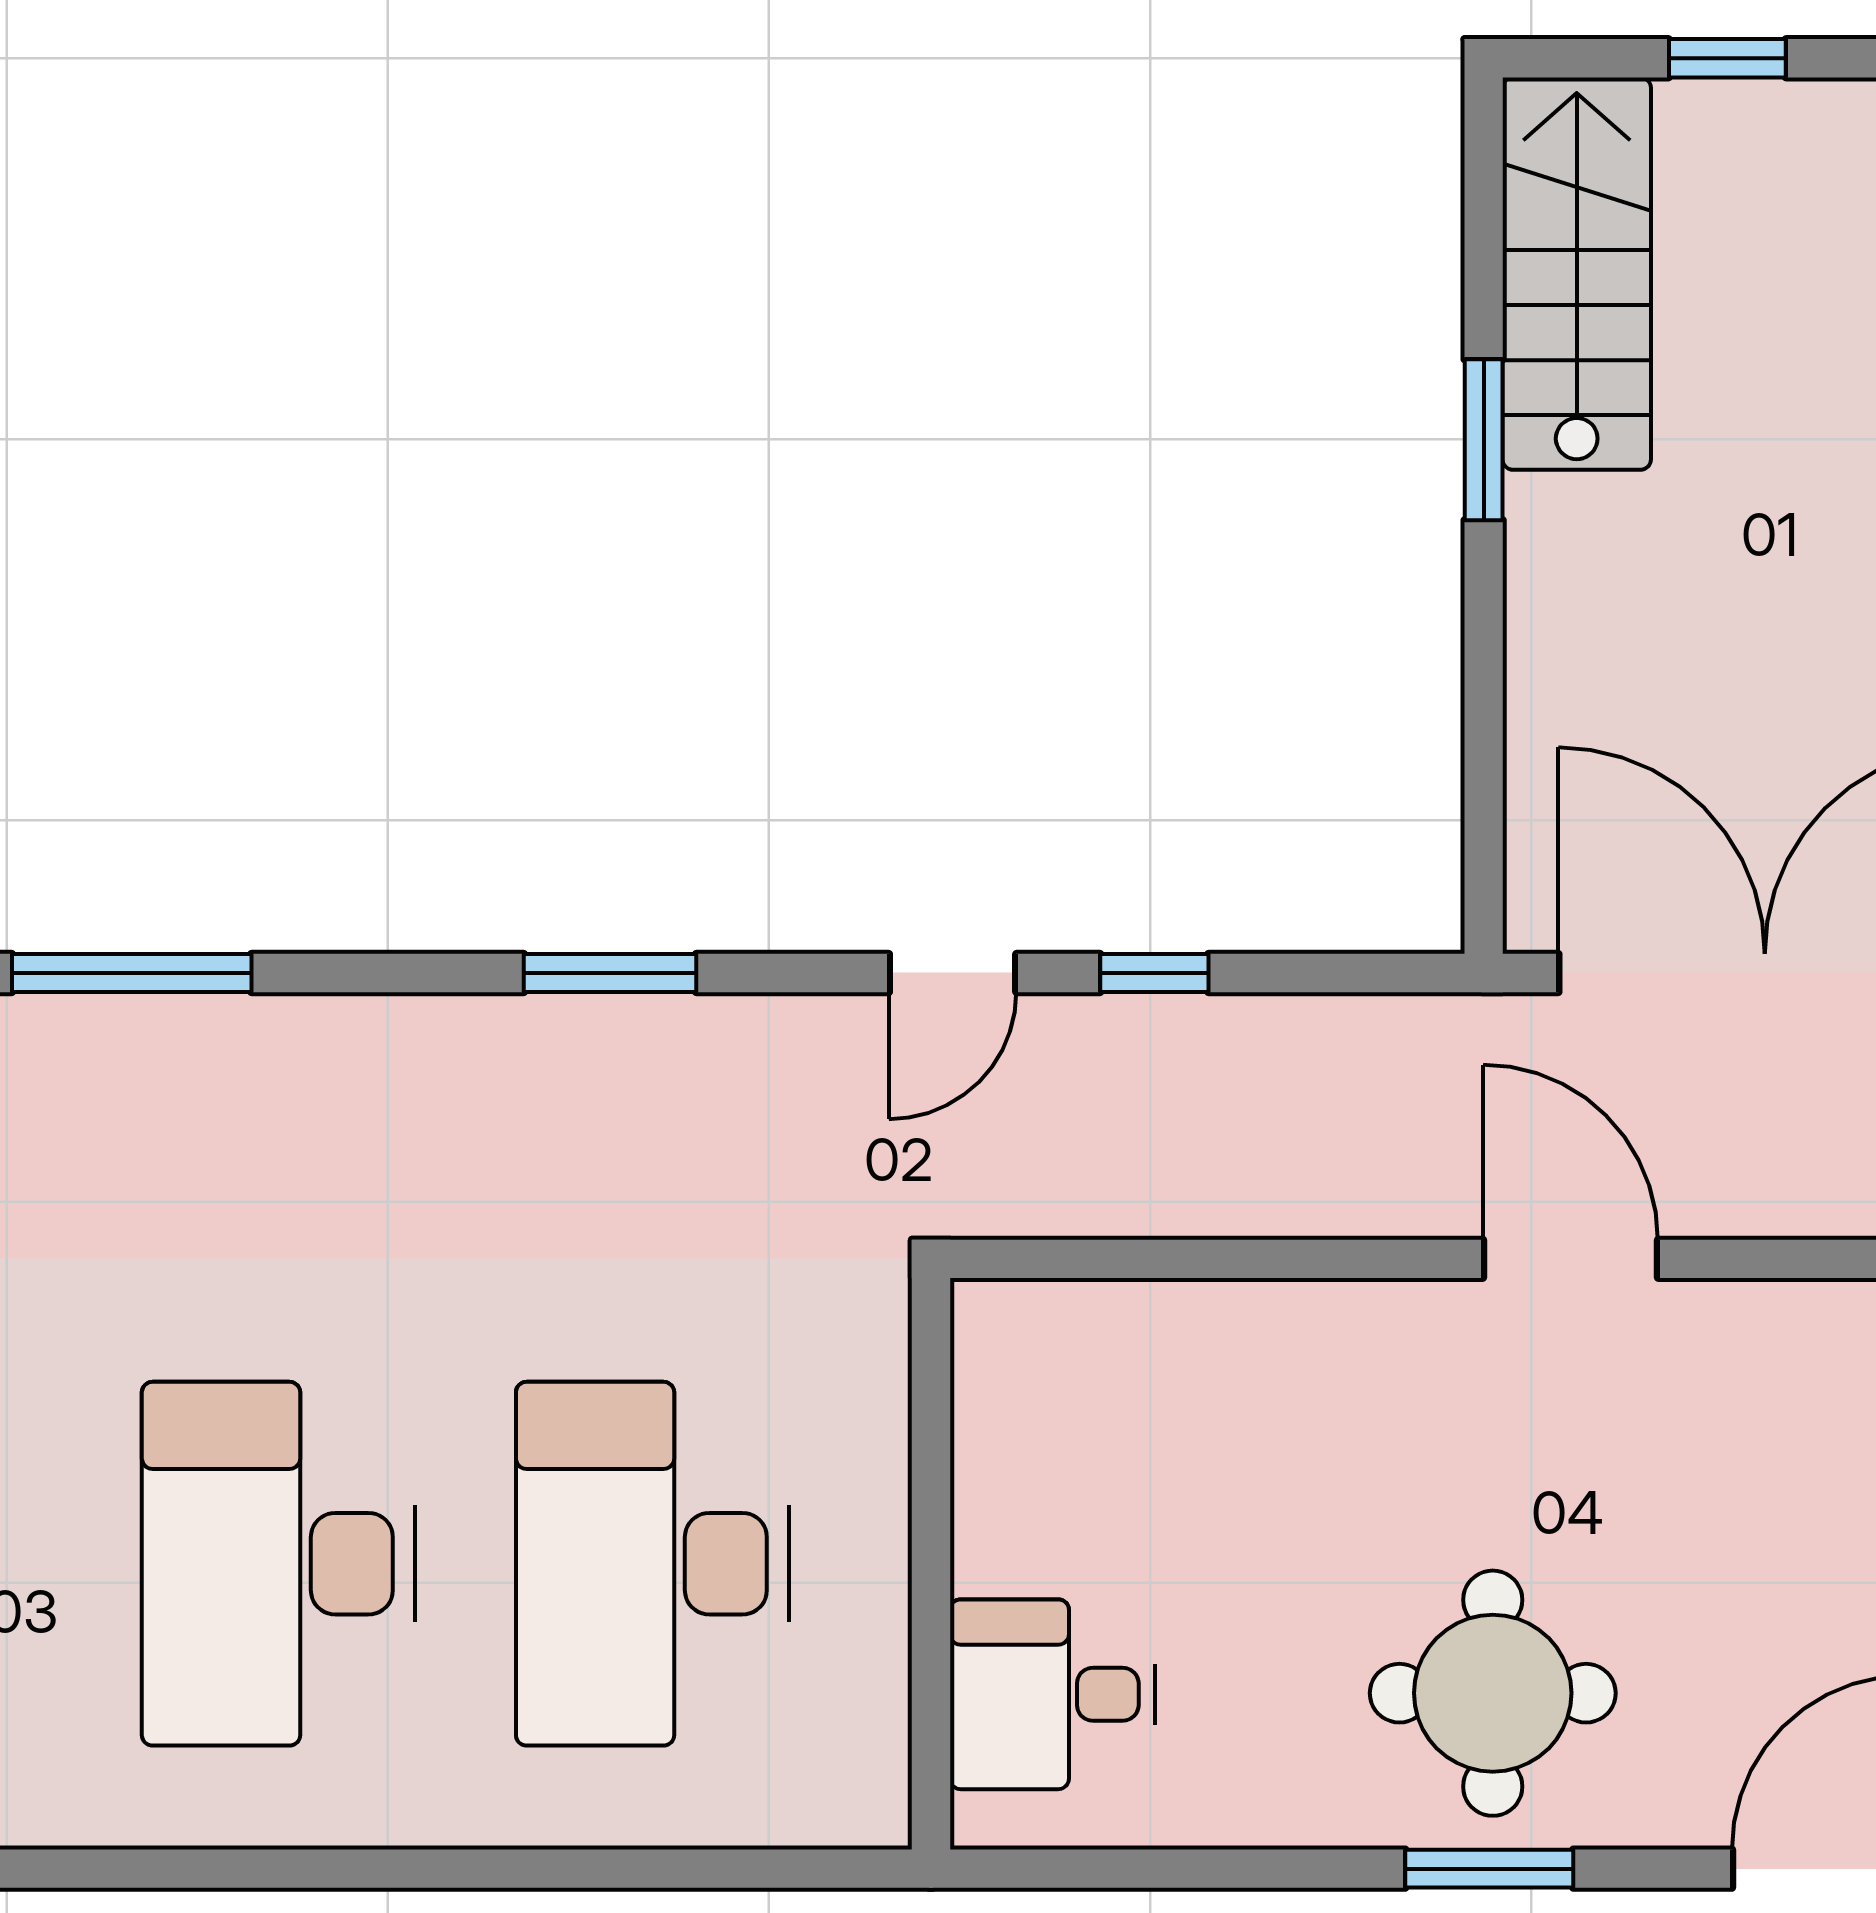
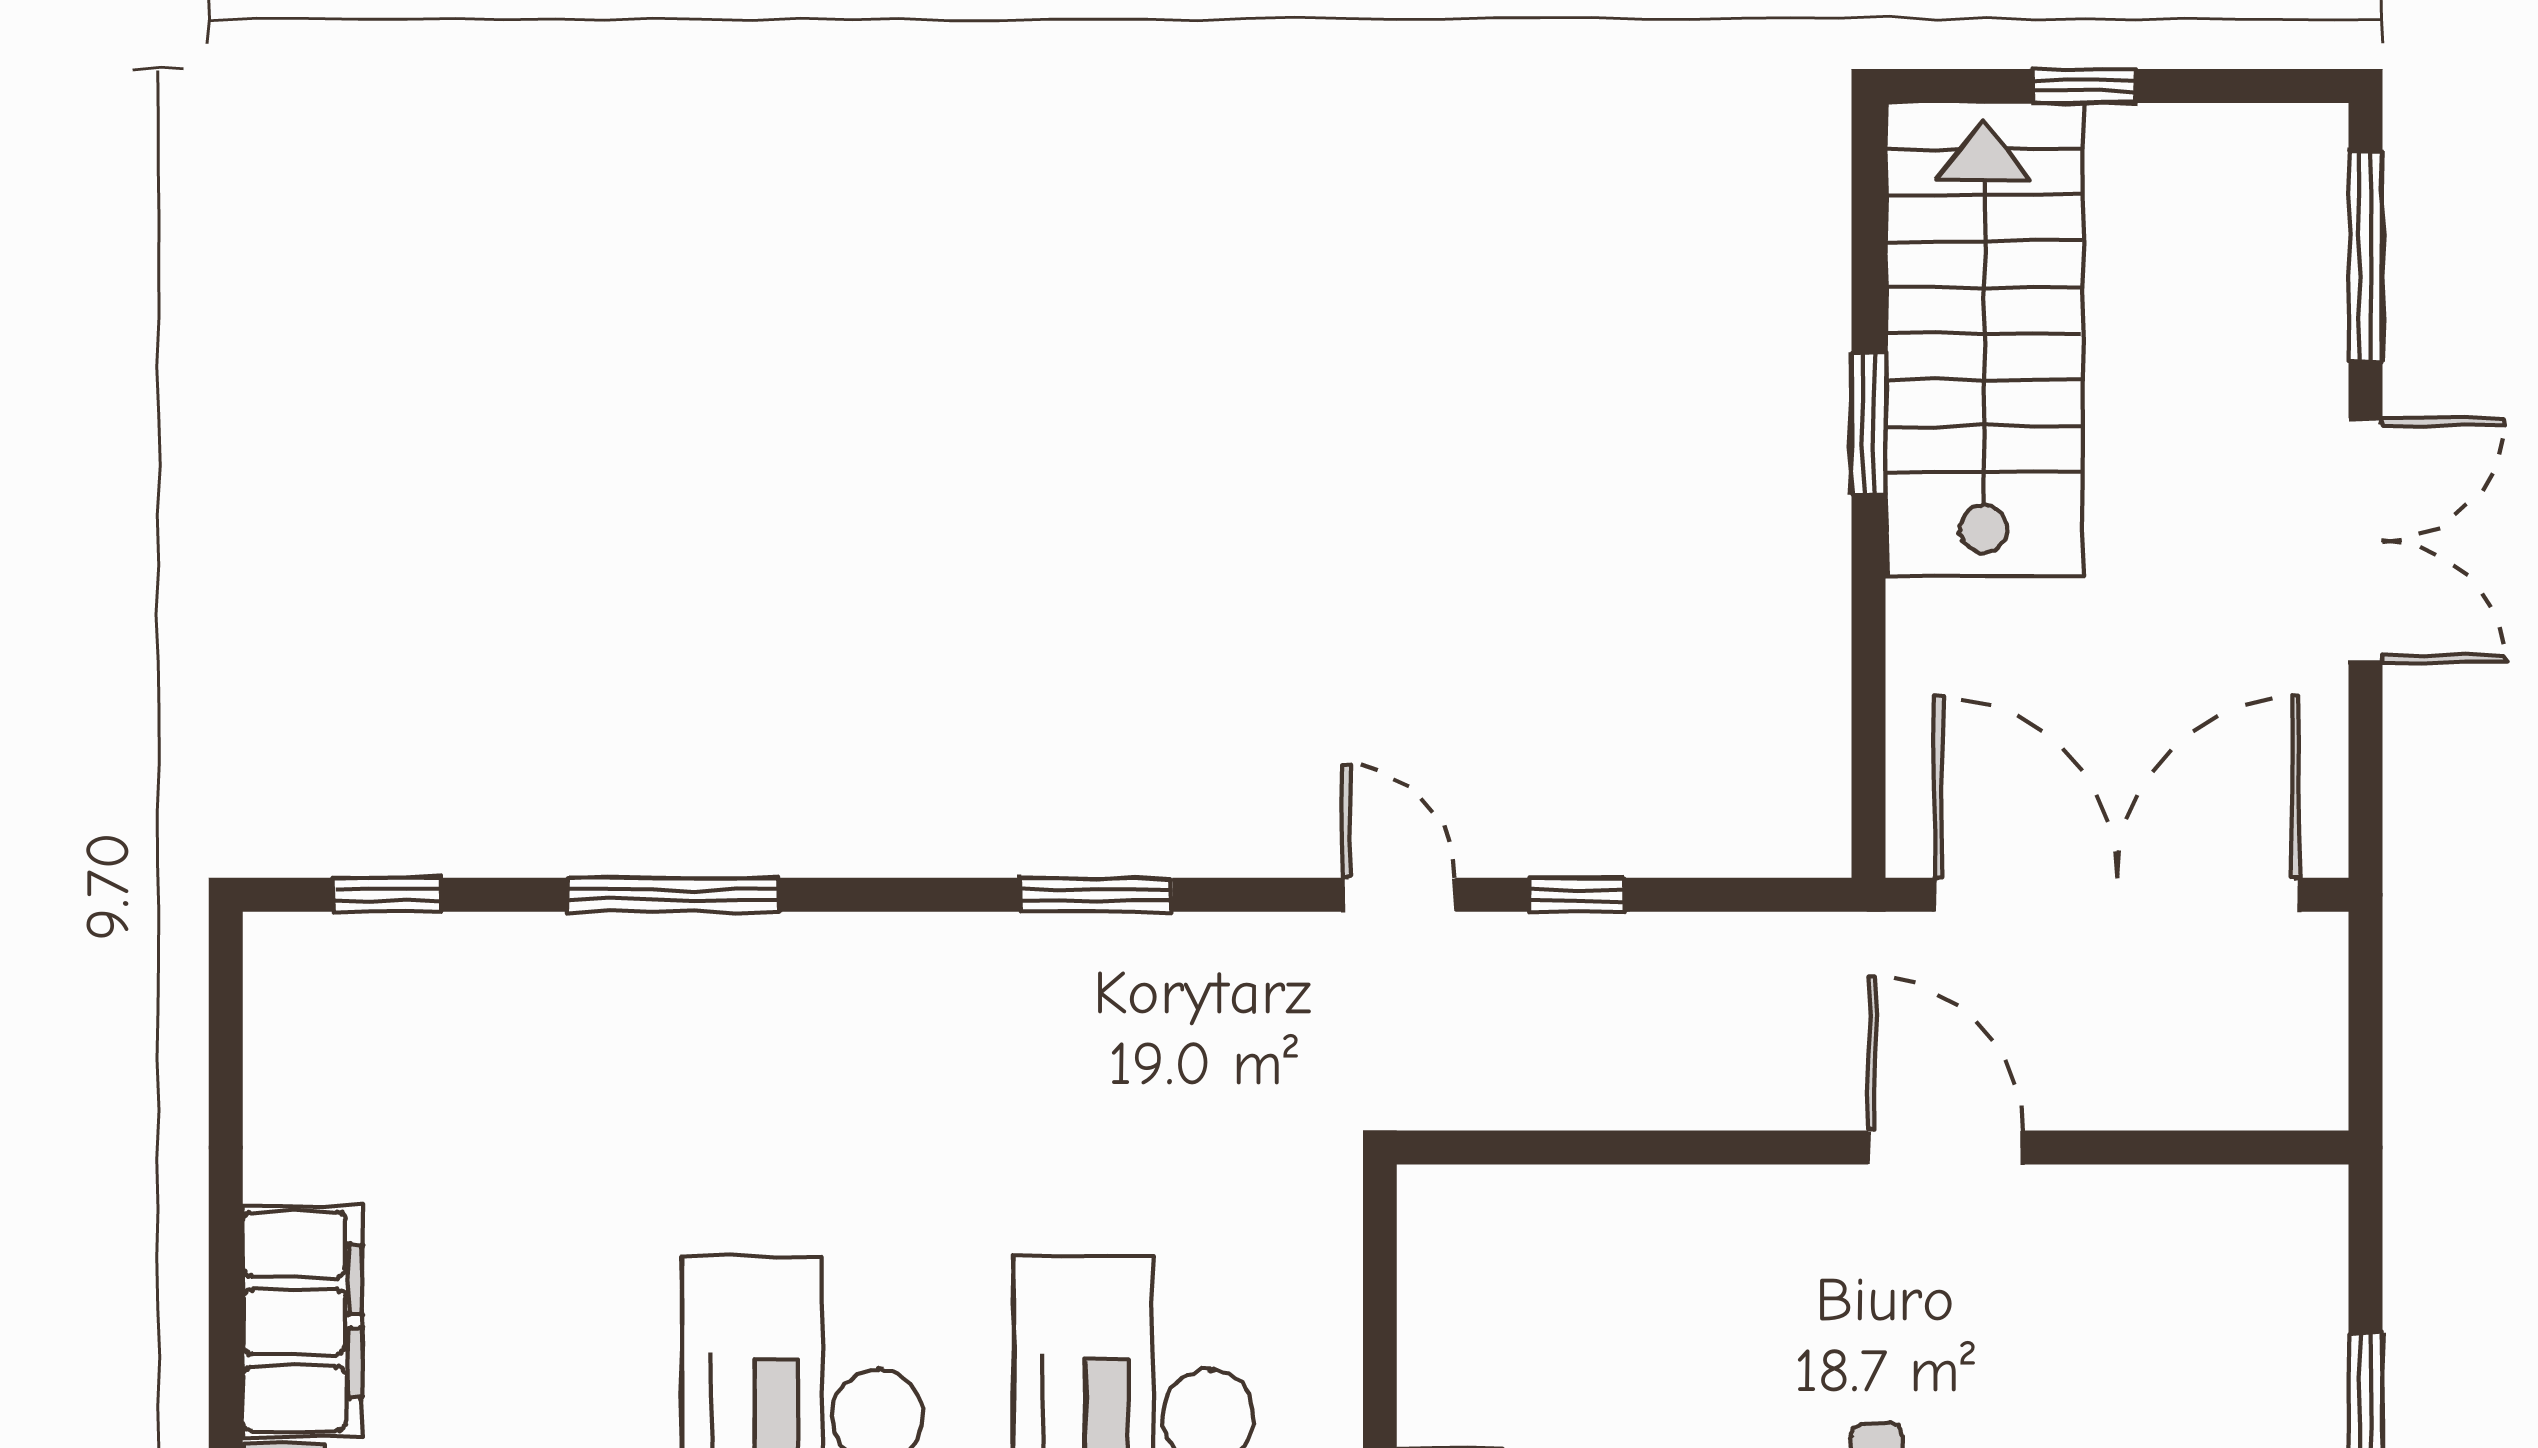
stairs: (1577, 274) -> (1984, 340), width x1.36, depth x1.51
door: (953, 973) -> (1399, 895), swing flipped

